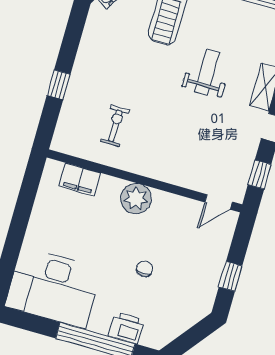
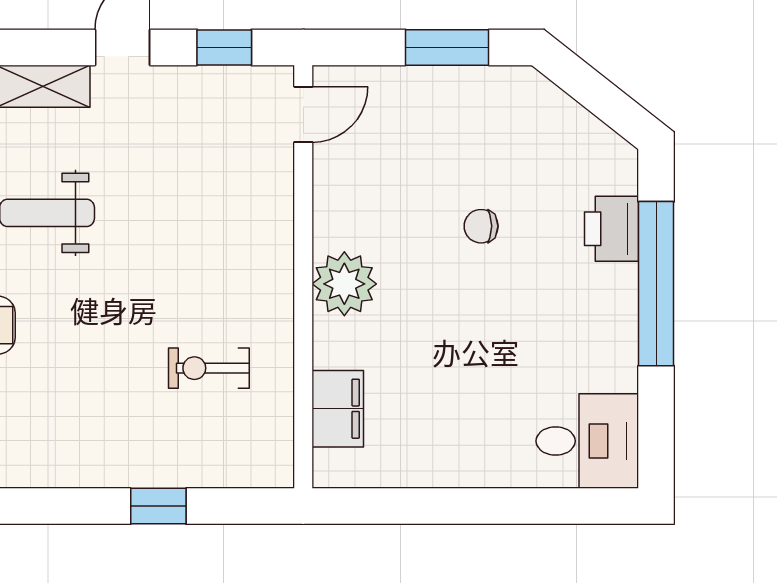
door: (219, 202) -> (303, 114), hinge flipped
window: (230, 276) -> (447, 47), width x1.50
desk: (53, 288) -> (587, 441), width x0.53, depth x0.77

